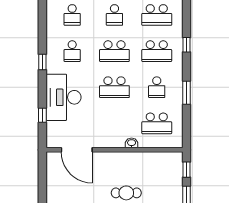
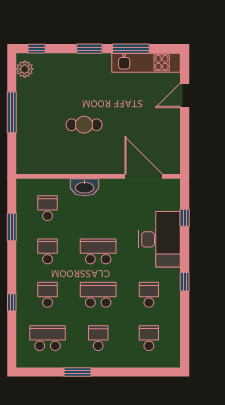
school desk: (157, 51) -> (48, 295), width x0.54
window: (186, 93) -> (12, 227), moved
school desk: (157, 123) -> (48, 208), width x0.54
washbasin: (132, 143) -> (85, 187), width x1.91, depth x1.45
window: (186, 170) -> (12, 153), removed

